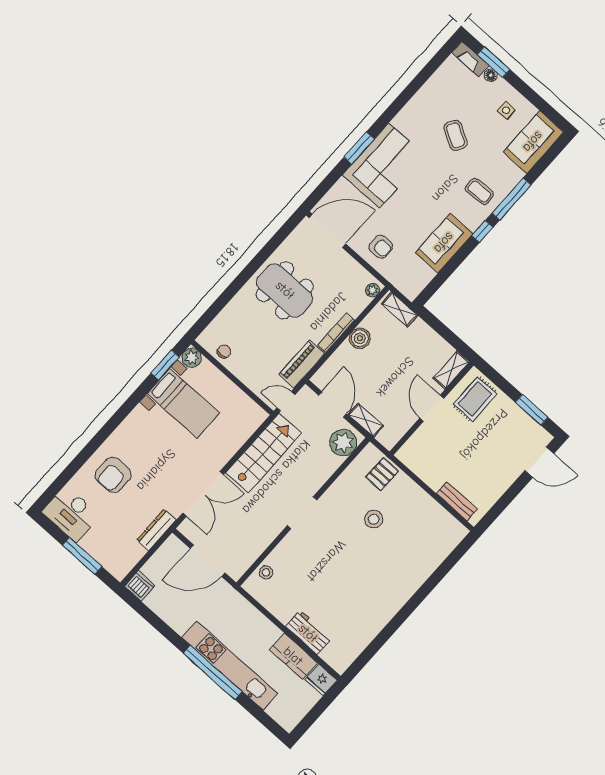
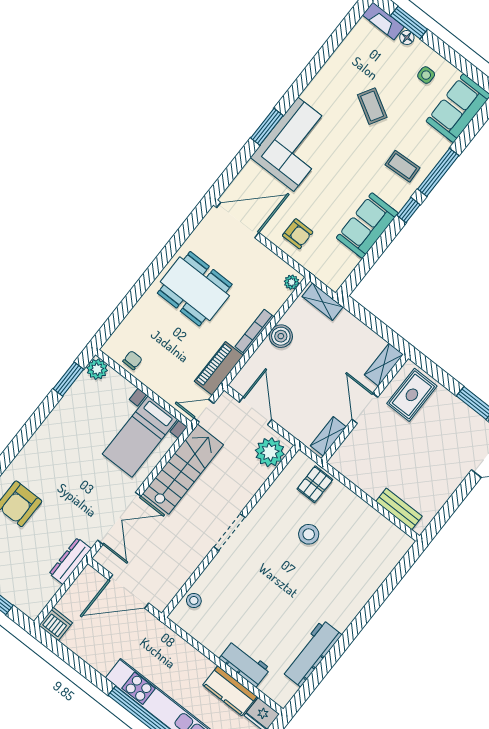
bed with nightstands: (183, 403) -> (140, 437), moved, turned 90
shelving: (366, 420) -> (328, 436), moved, turned 90
workbench: (370, 627) -> (312, 653), added

